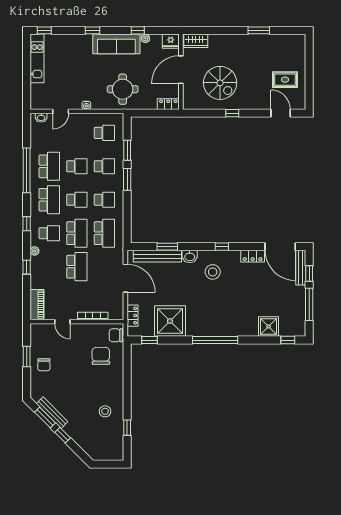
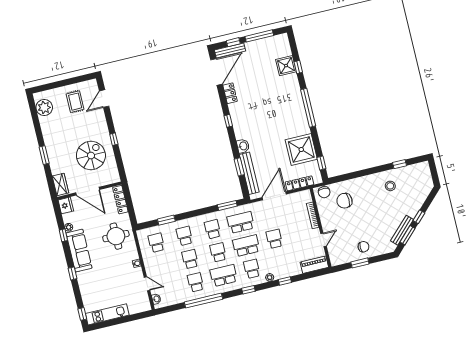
window: (259, 30) -> (44, 155), moved
plant: (287, 43) -> (44, 107), added
locker: (168, 104) -> (120, 200), width x1.53
school desk: (49, 166) -> (196, 282), width x0.54
window: (127, 179) -> (227, 205), moved
school desk: (77, 267) -> (274, 239), width x0.54
stool: (213, 272) -> (251, 124), removed
locker: (132, 316) -> (299, 183), width x1.53
window: (288, 340) -> (298, 67), moved

